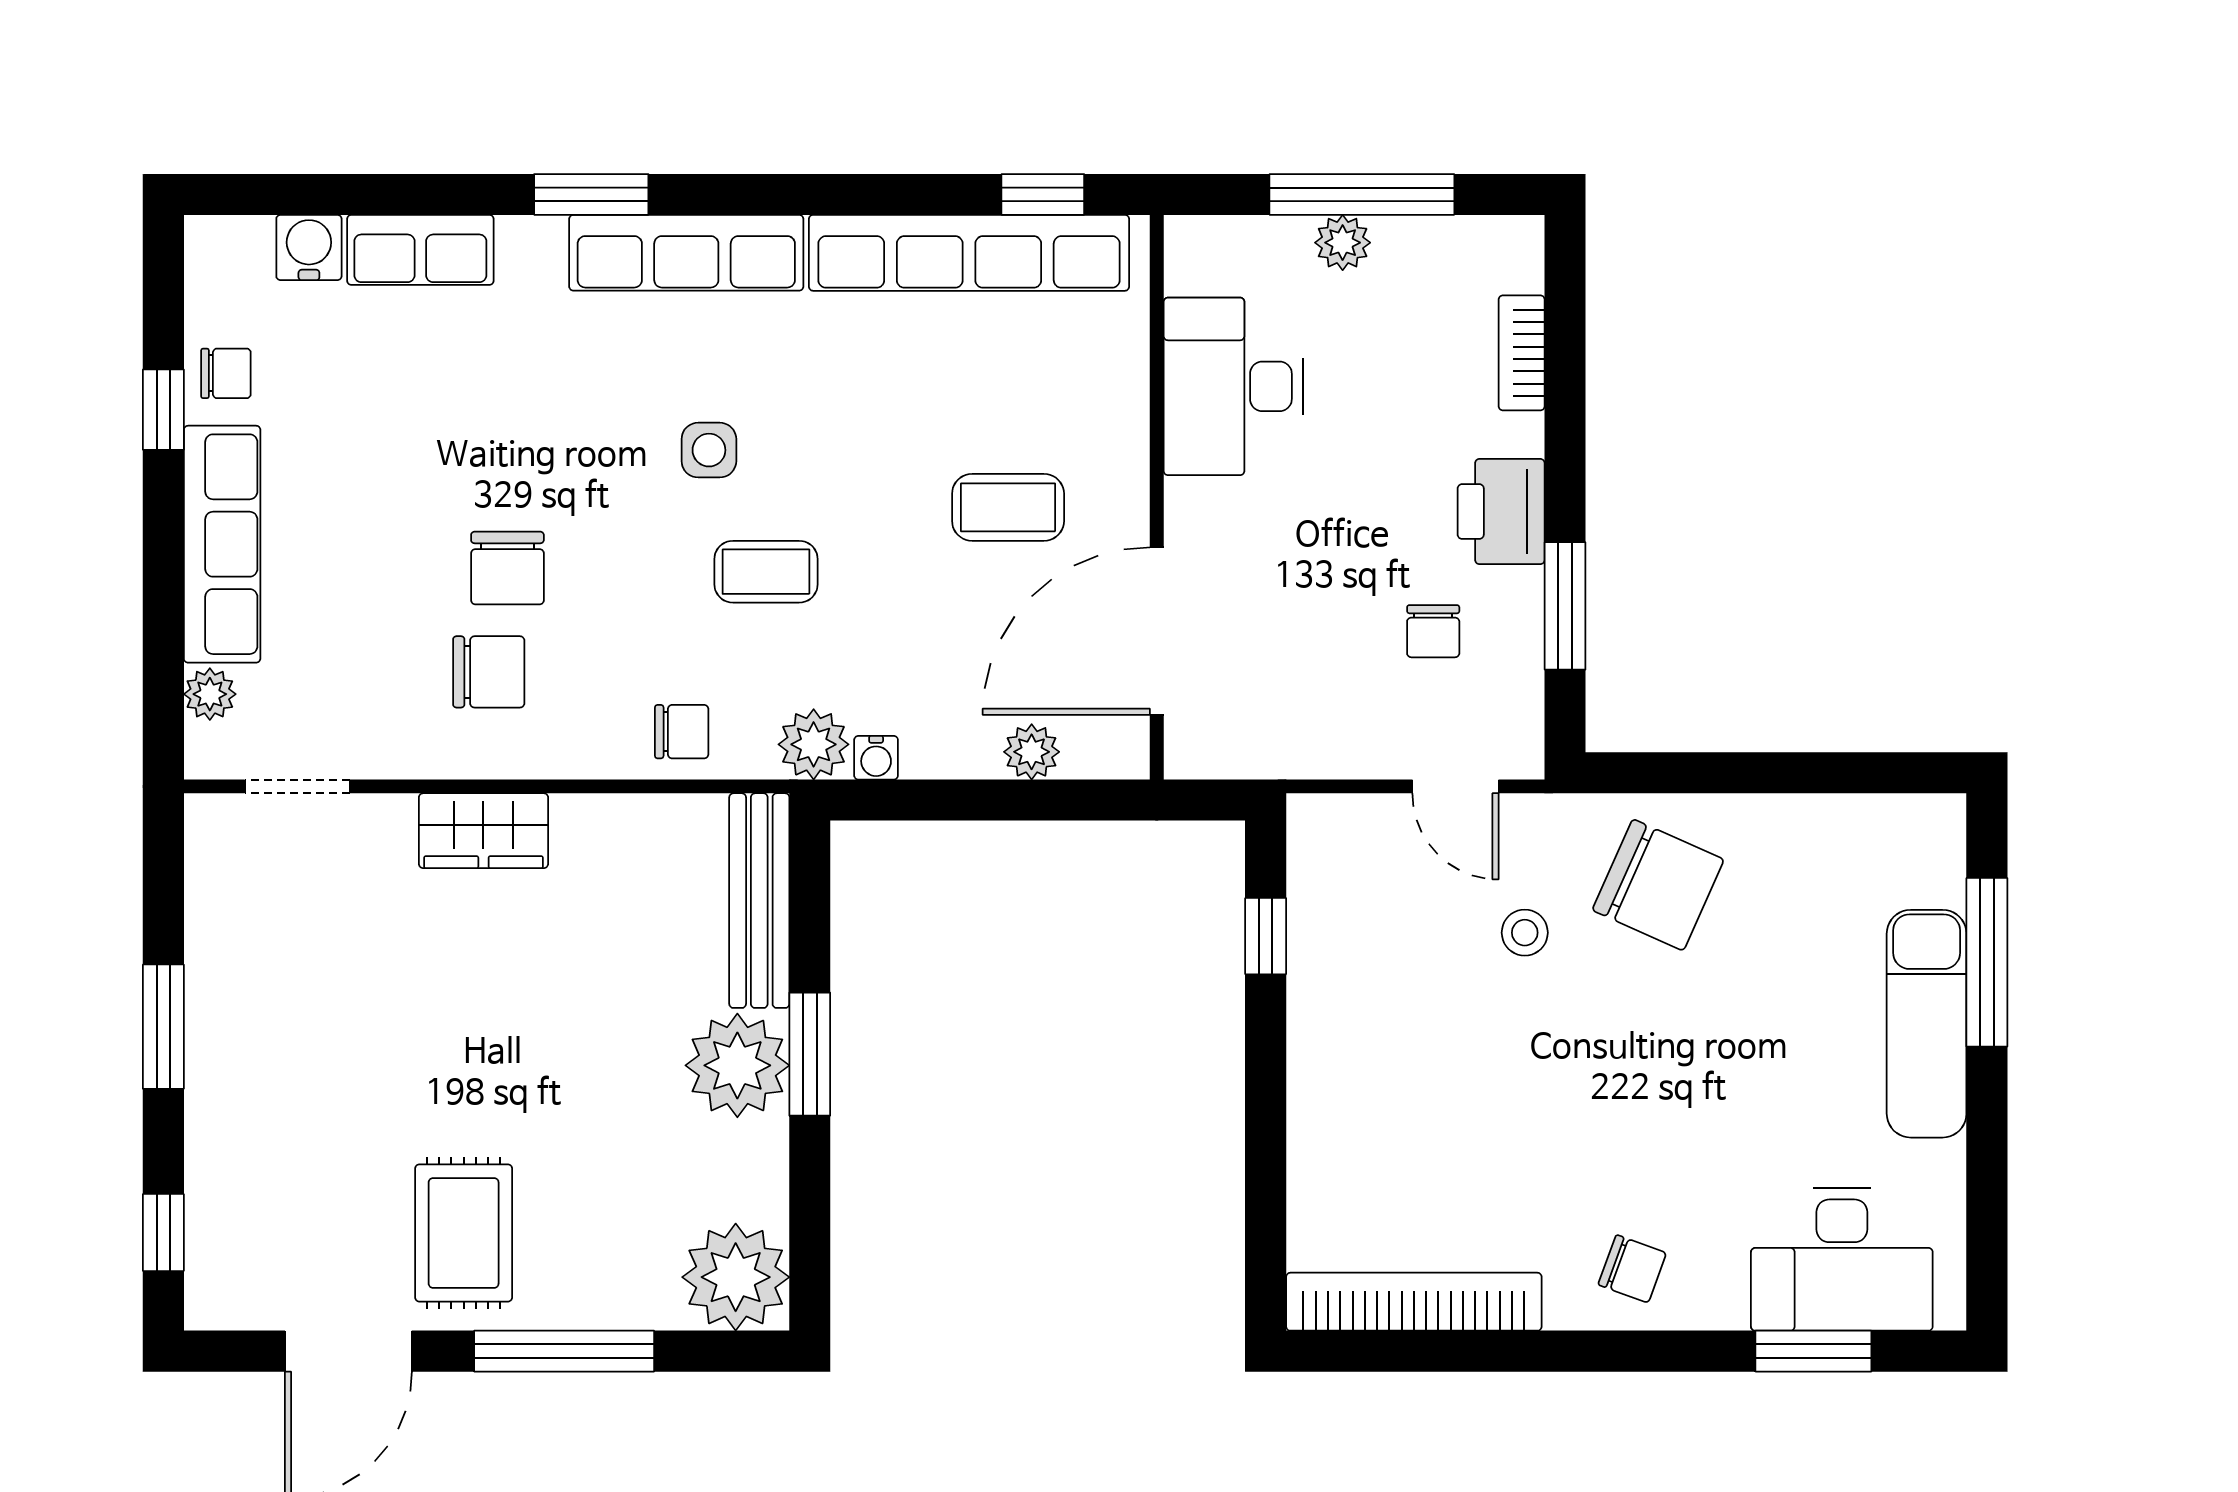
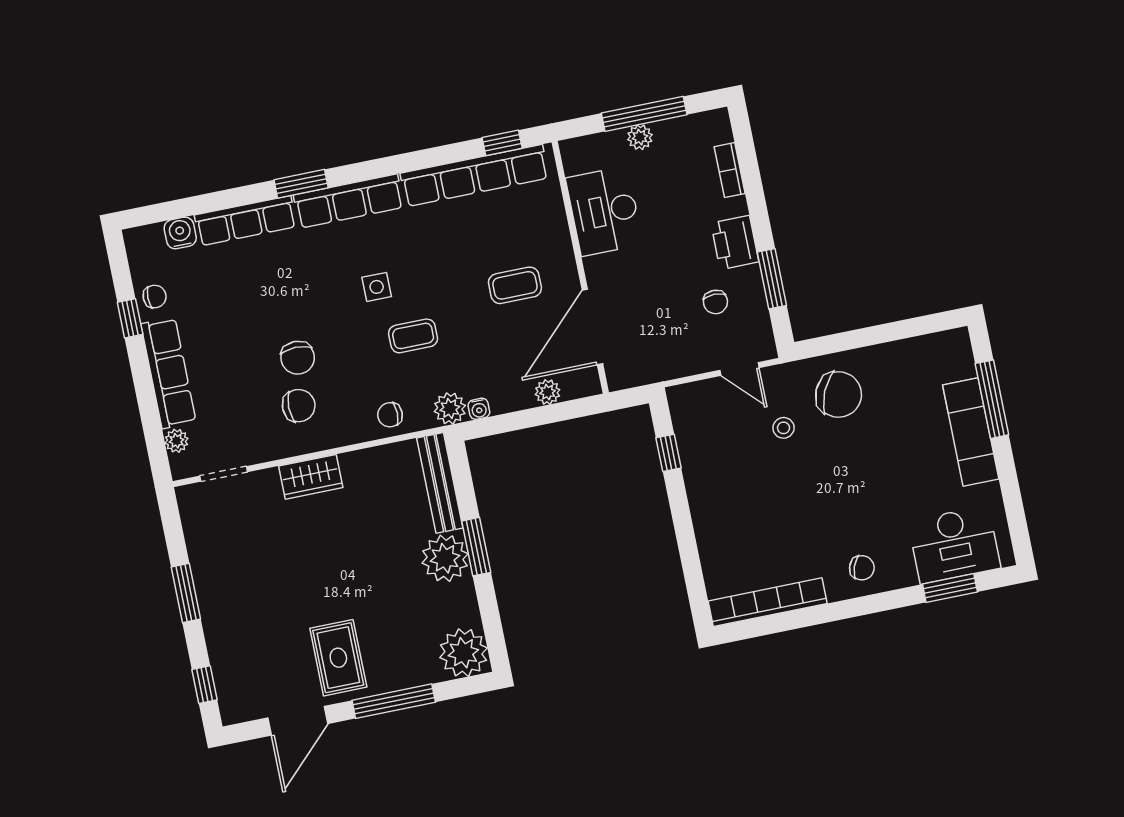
row of seats: (420, 250) -> (246, 221), width x1.48
chair: (682, 732) -> (390, 415), turned 180

